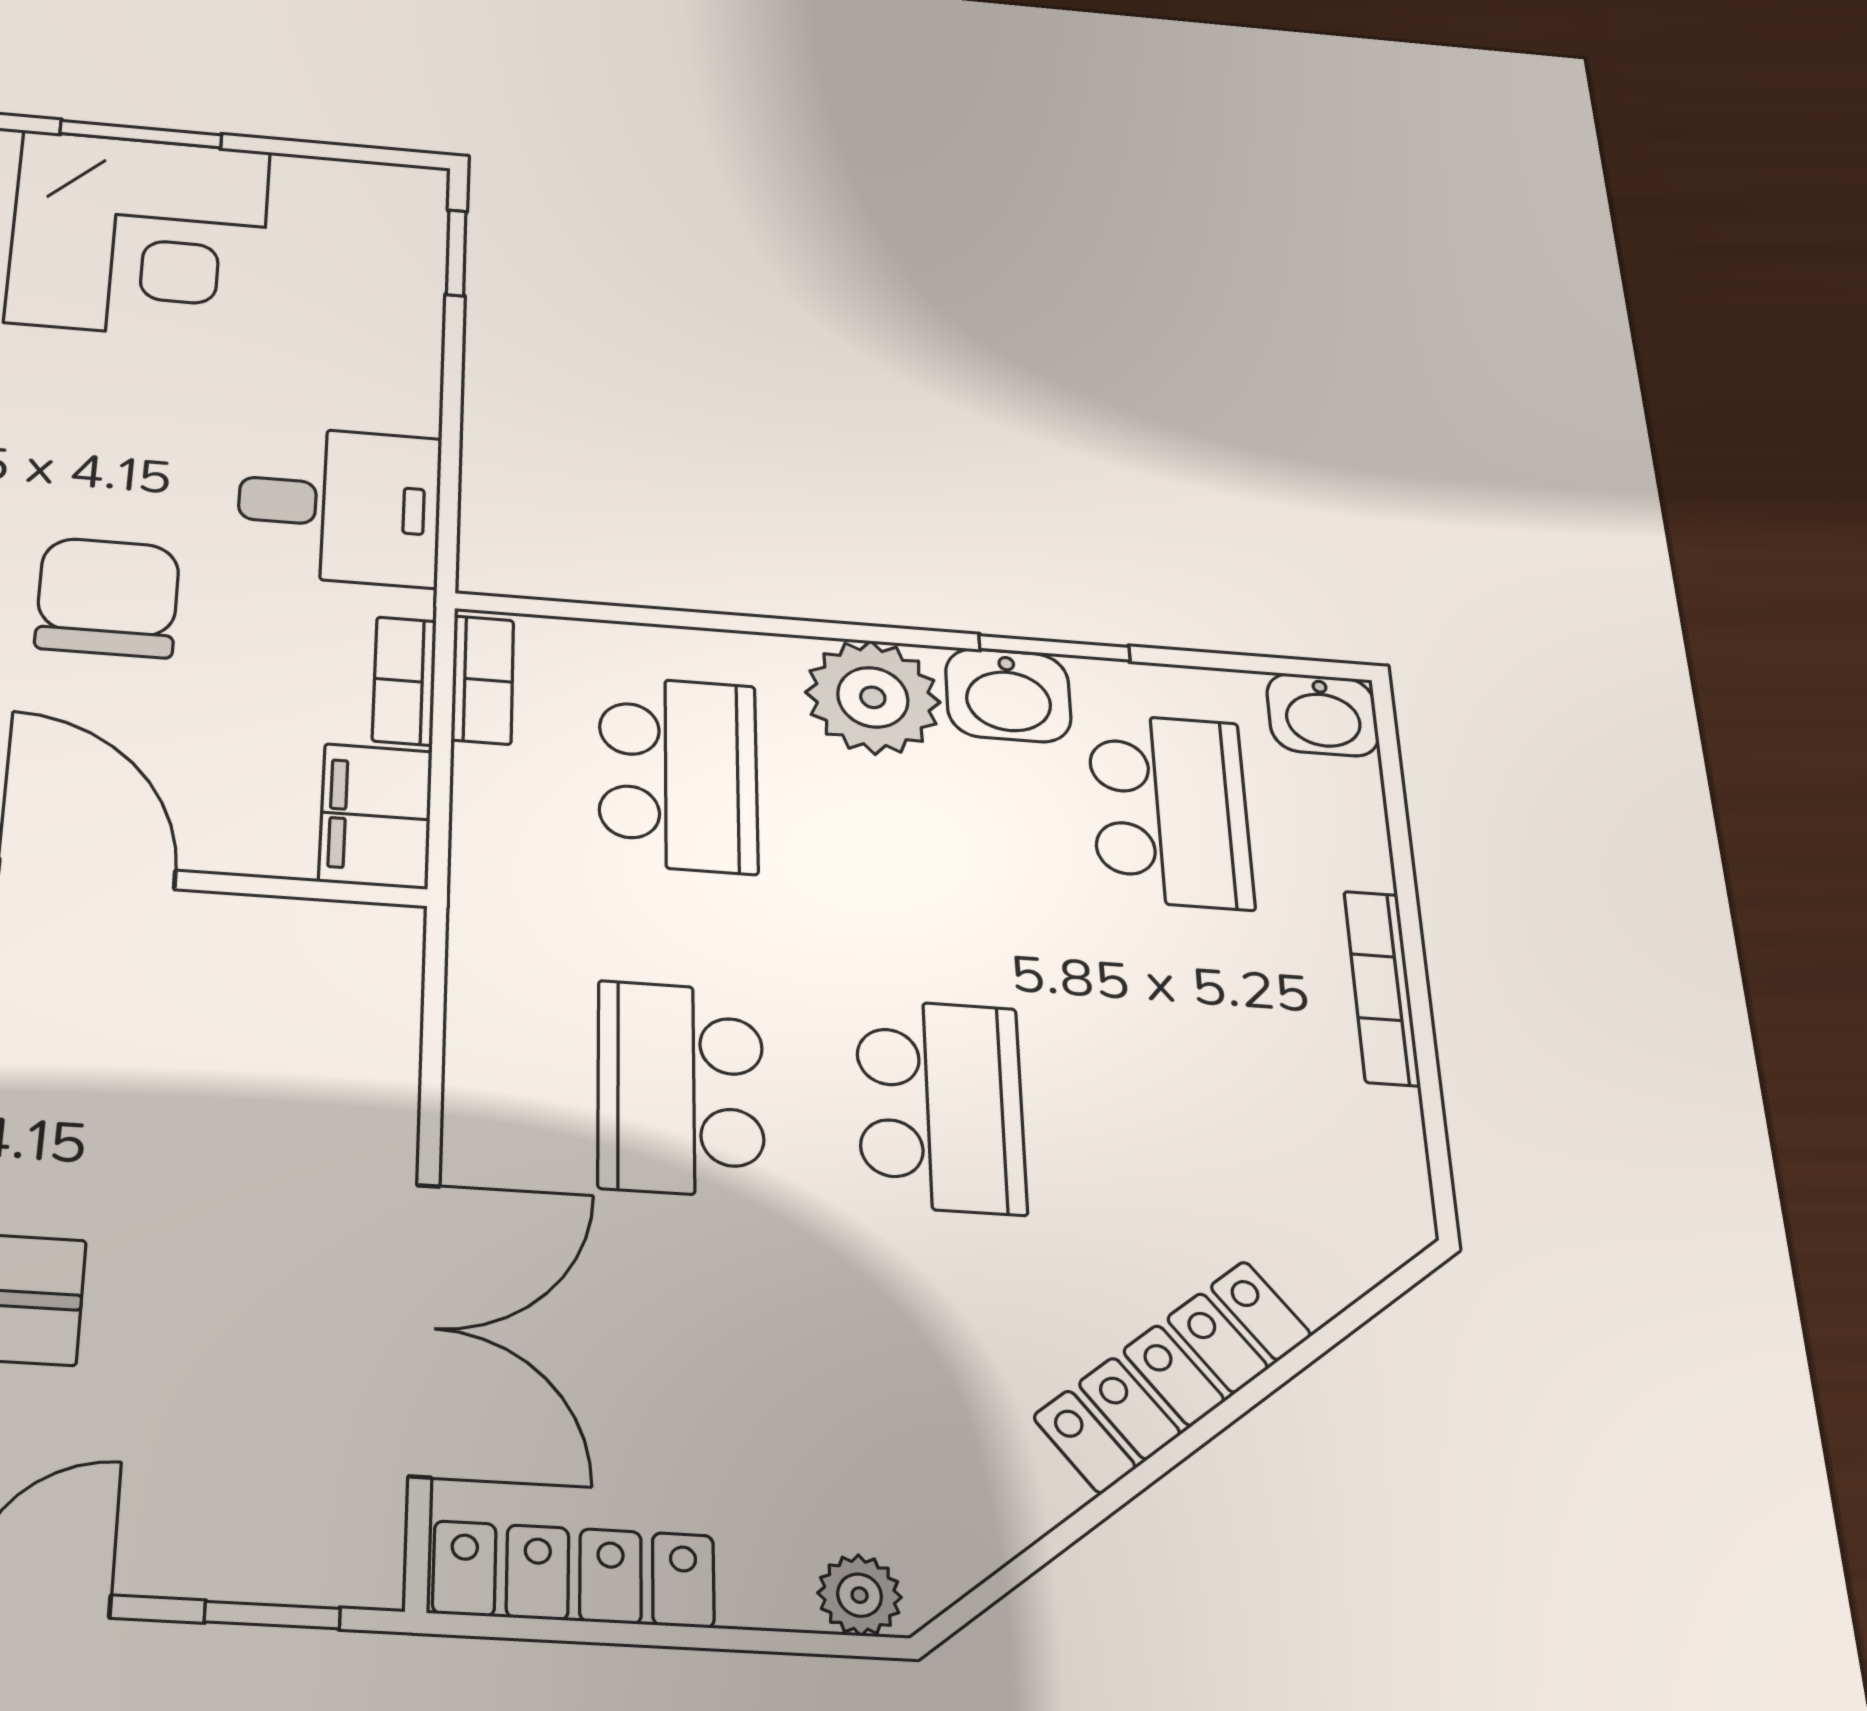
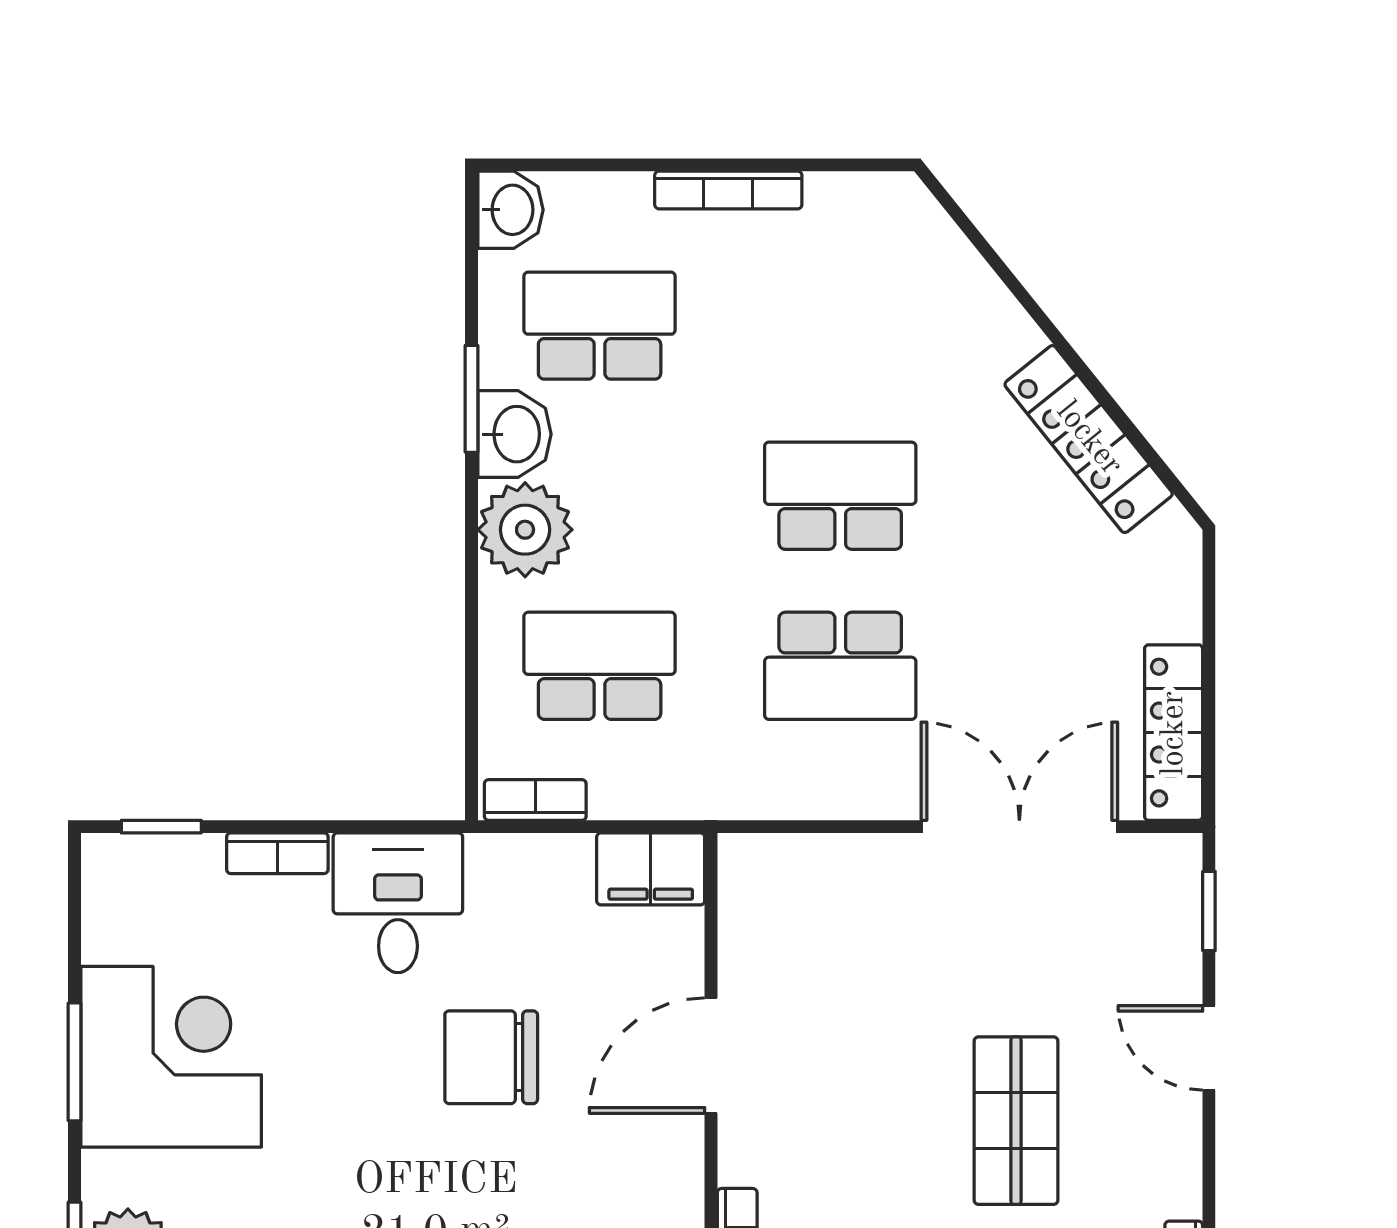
bookcase: (404, 681) -> (277, 853), moved
locker: (1174, 1375) -> (1089, 439), moved
plant: (860, 1595) -> (1177, 560), removed

